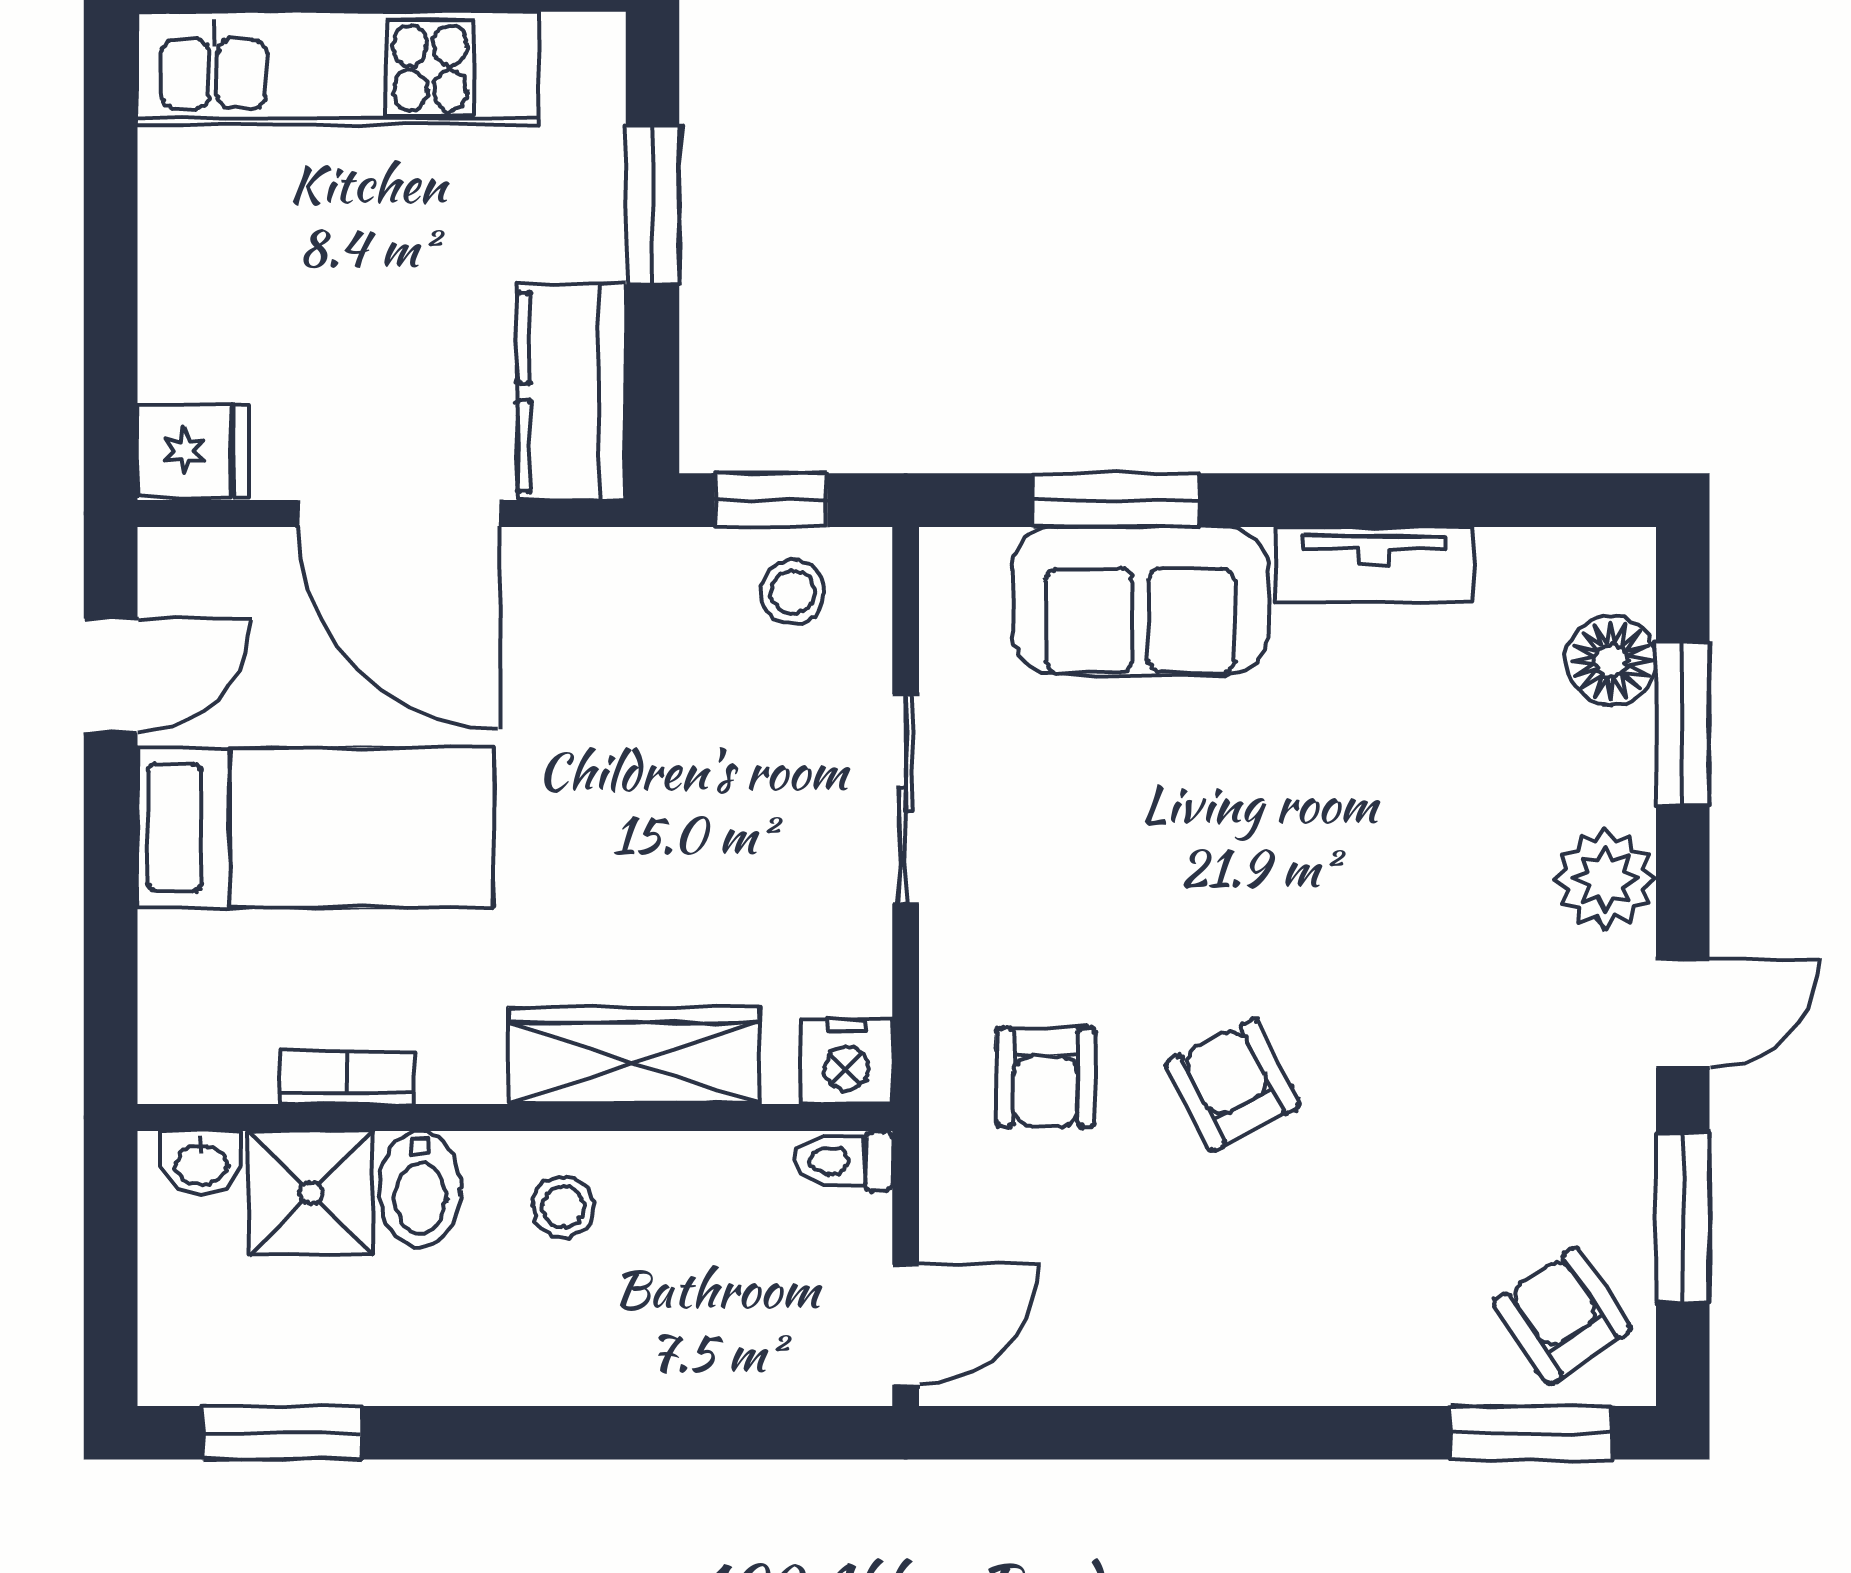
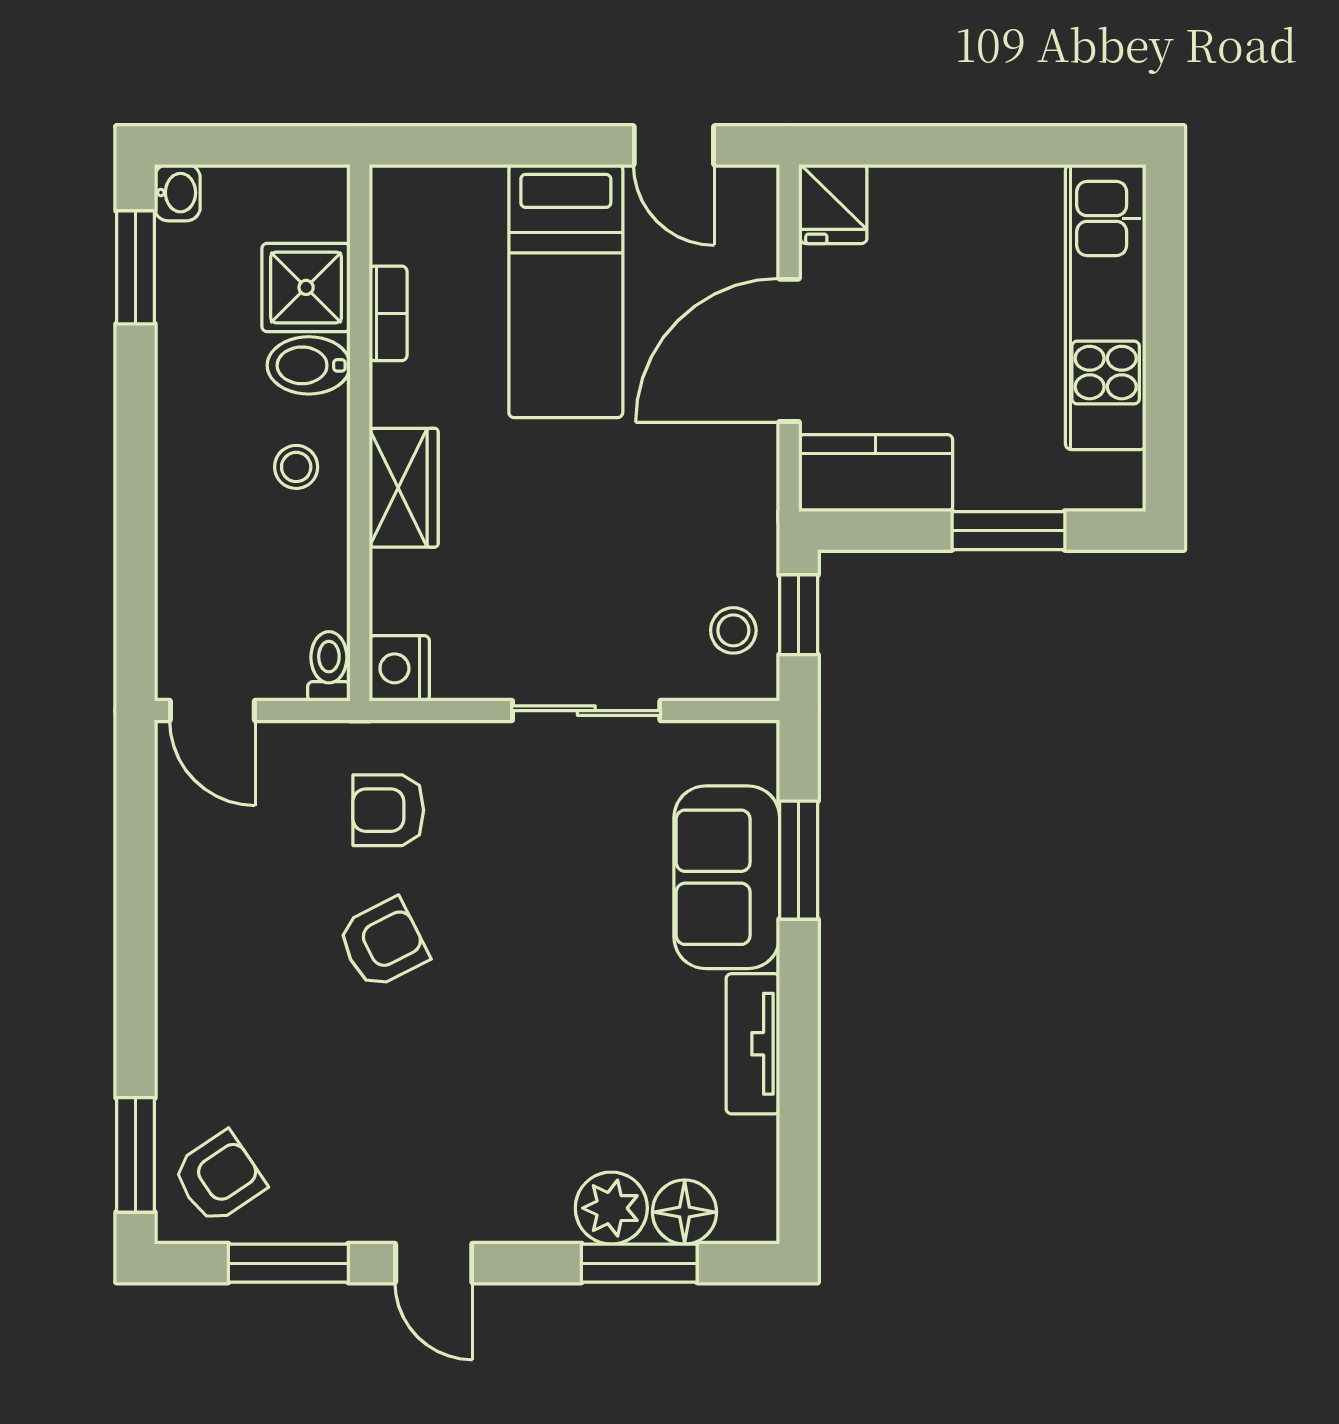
plant: (1605, 879) -> (611, 1208), moved
wardrobe: (634, 1056) -> (404, 488), width x0.67
washbasin: (201, 1163) -> (177, 193), moved, turned 180

